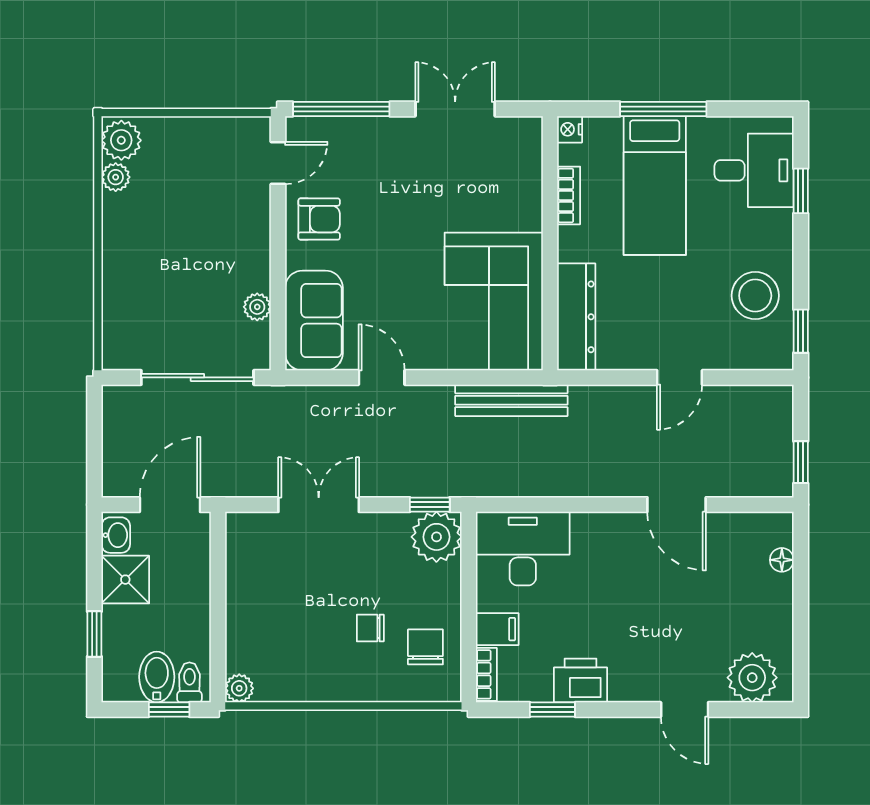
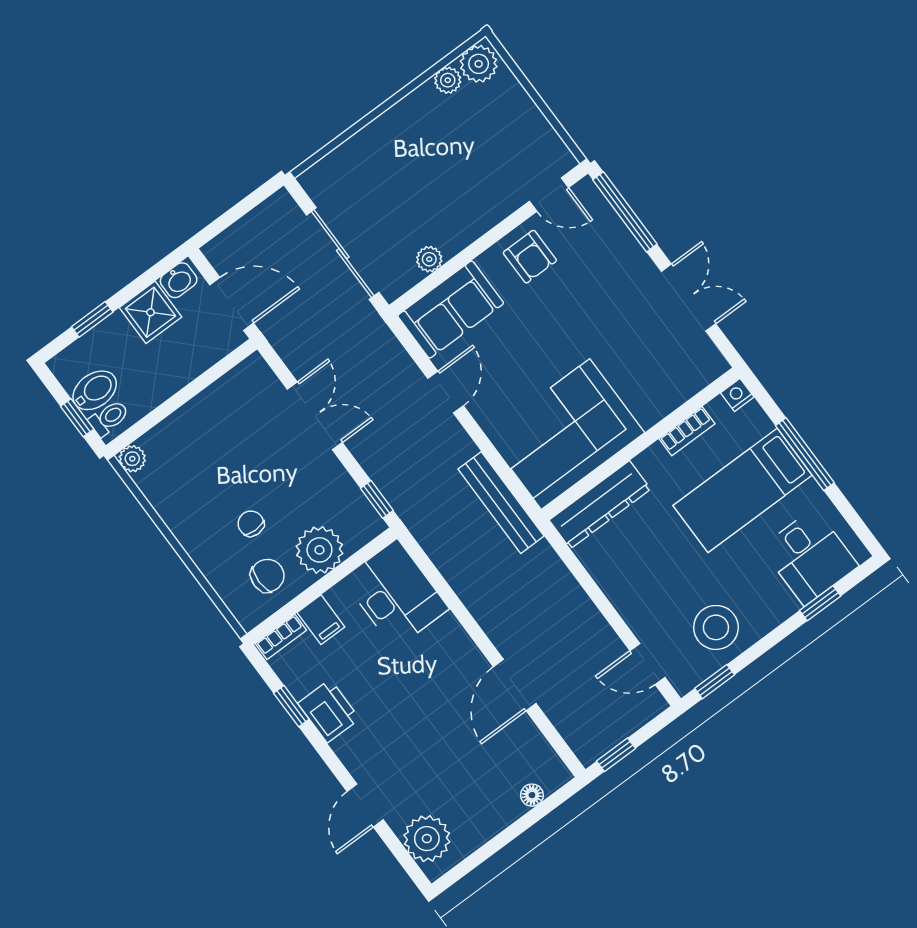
door: (680, 377) -> (647, 664), moved
plant: (436, 537) -> (319, 550), moved

